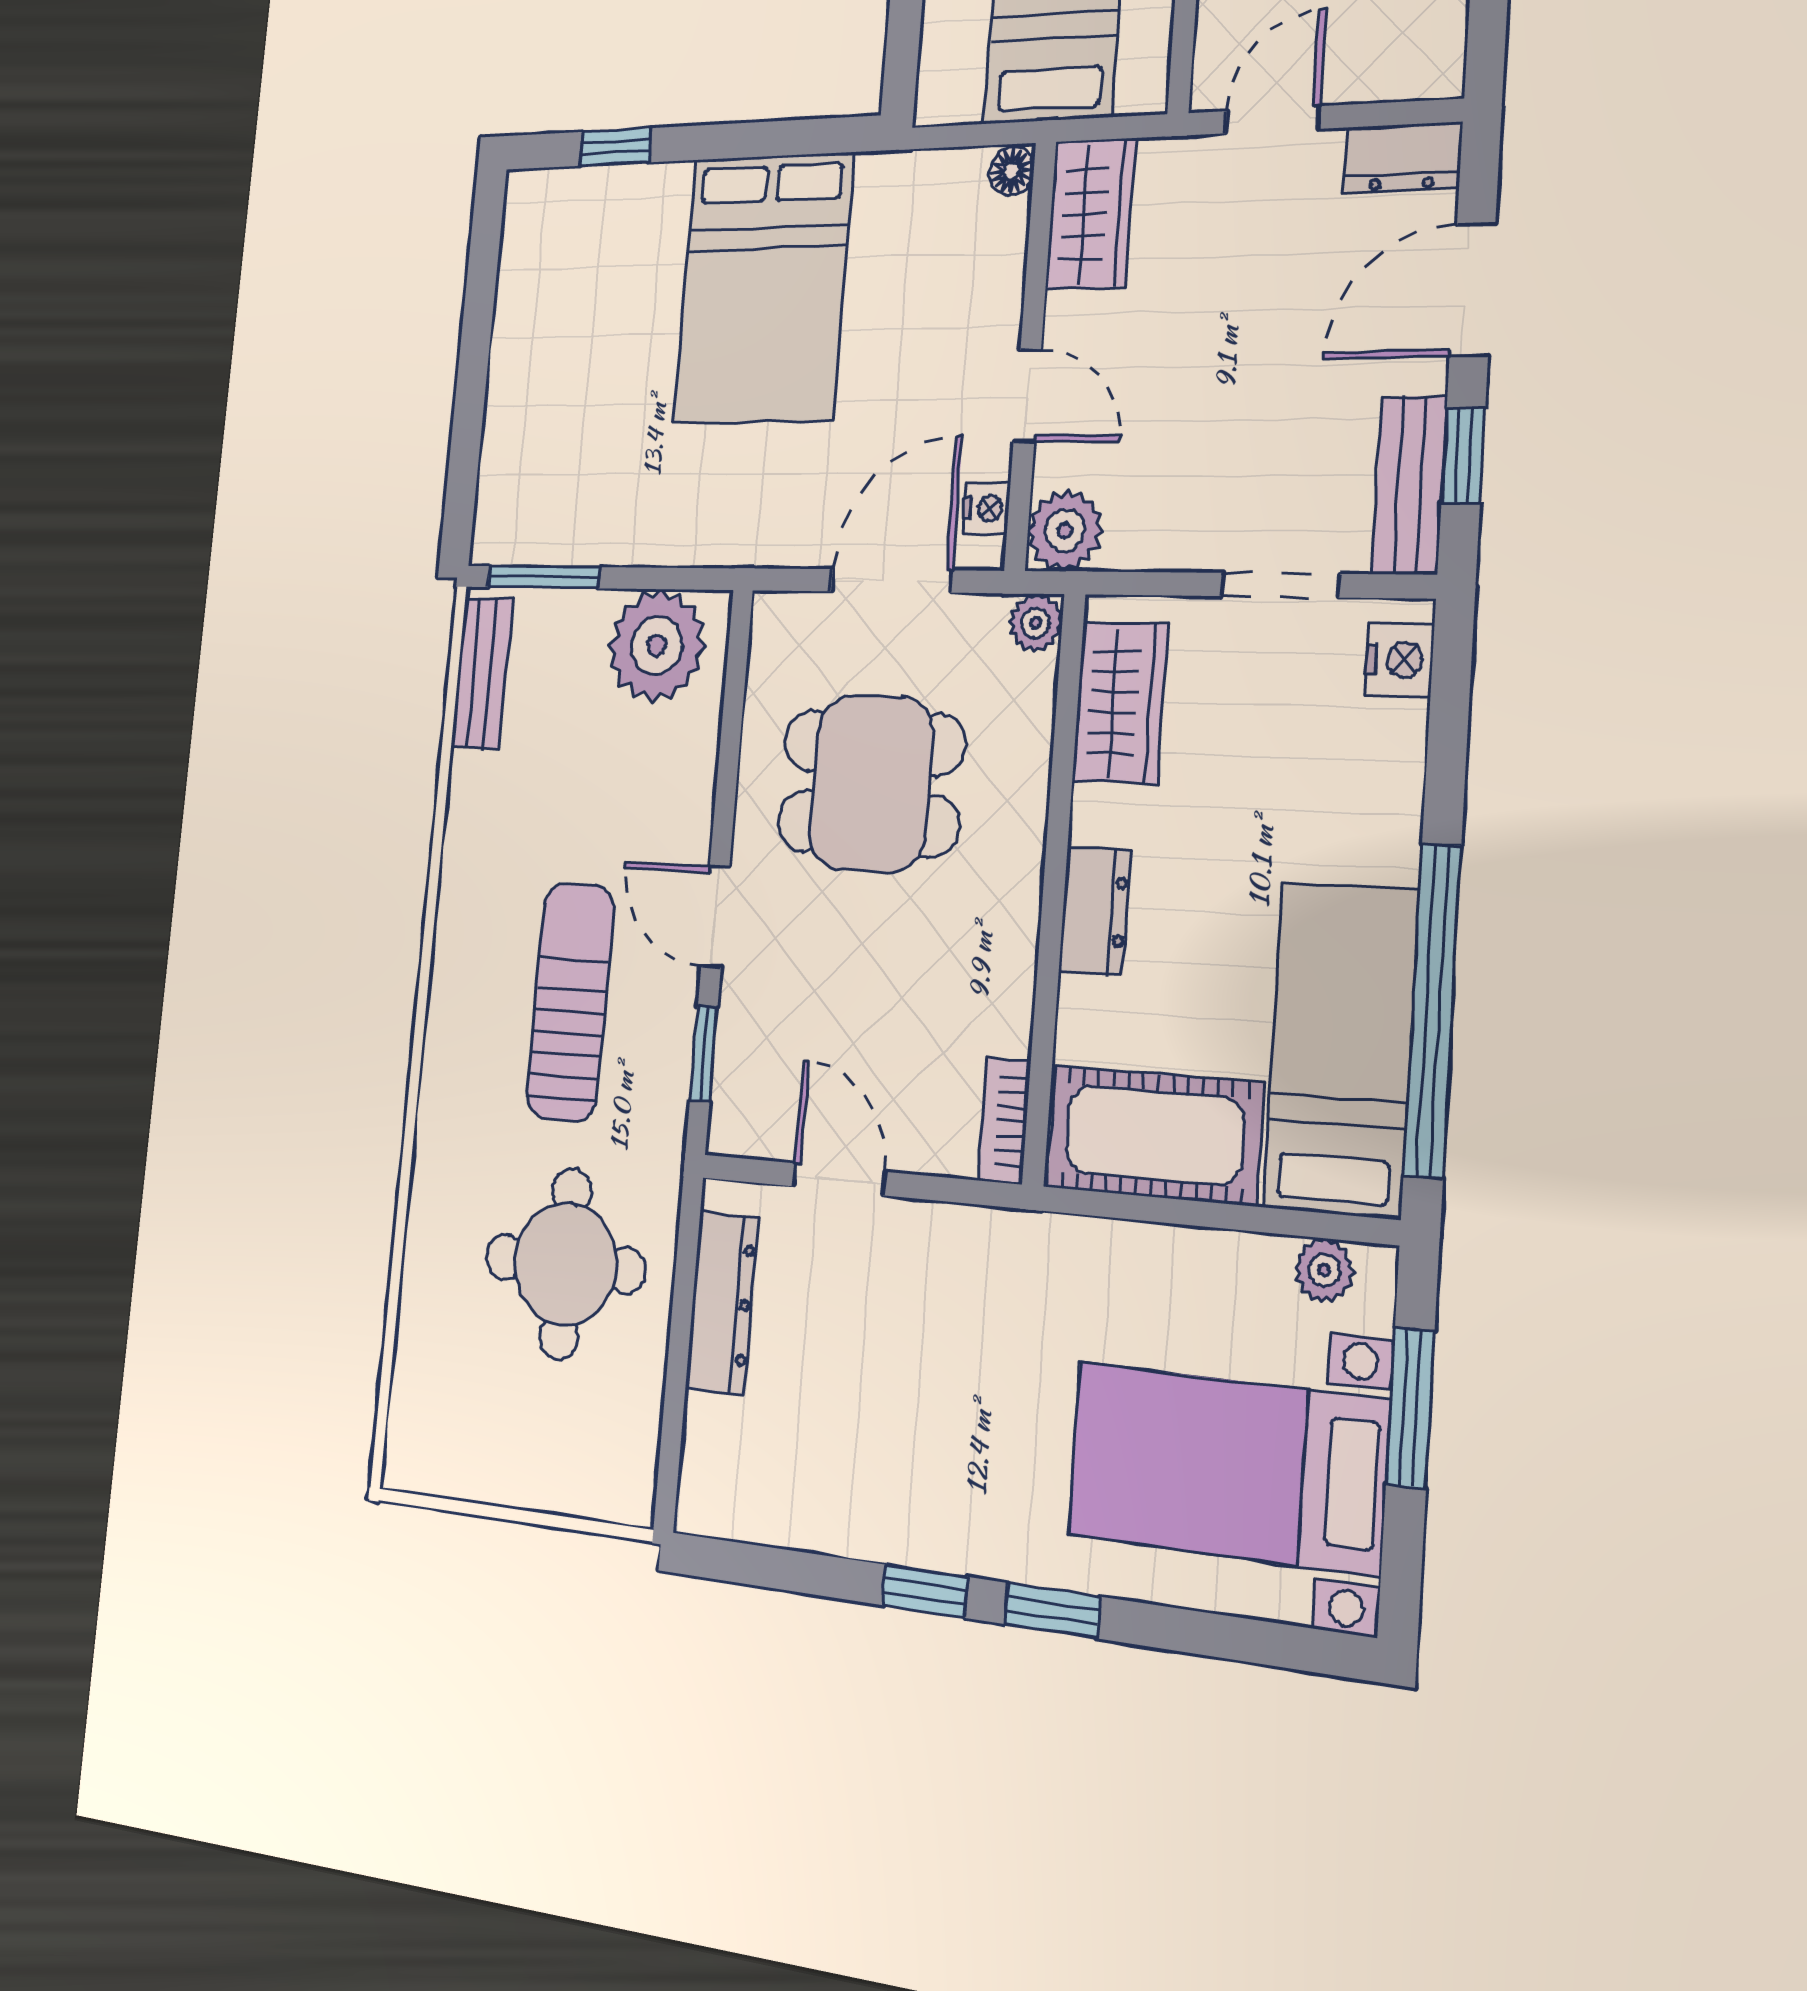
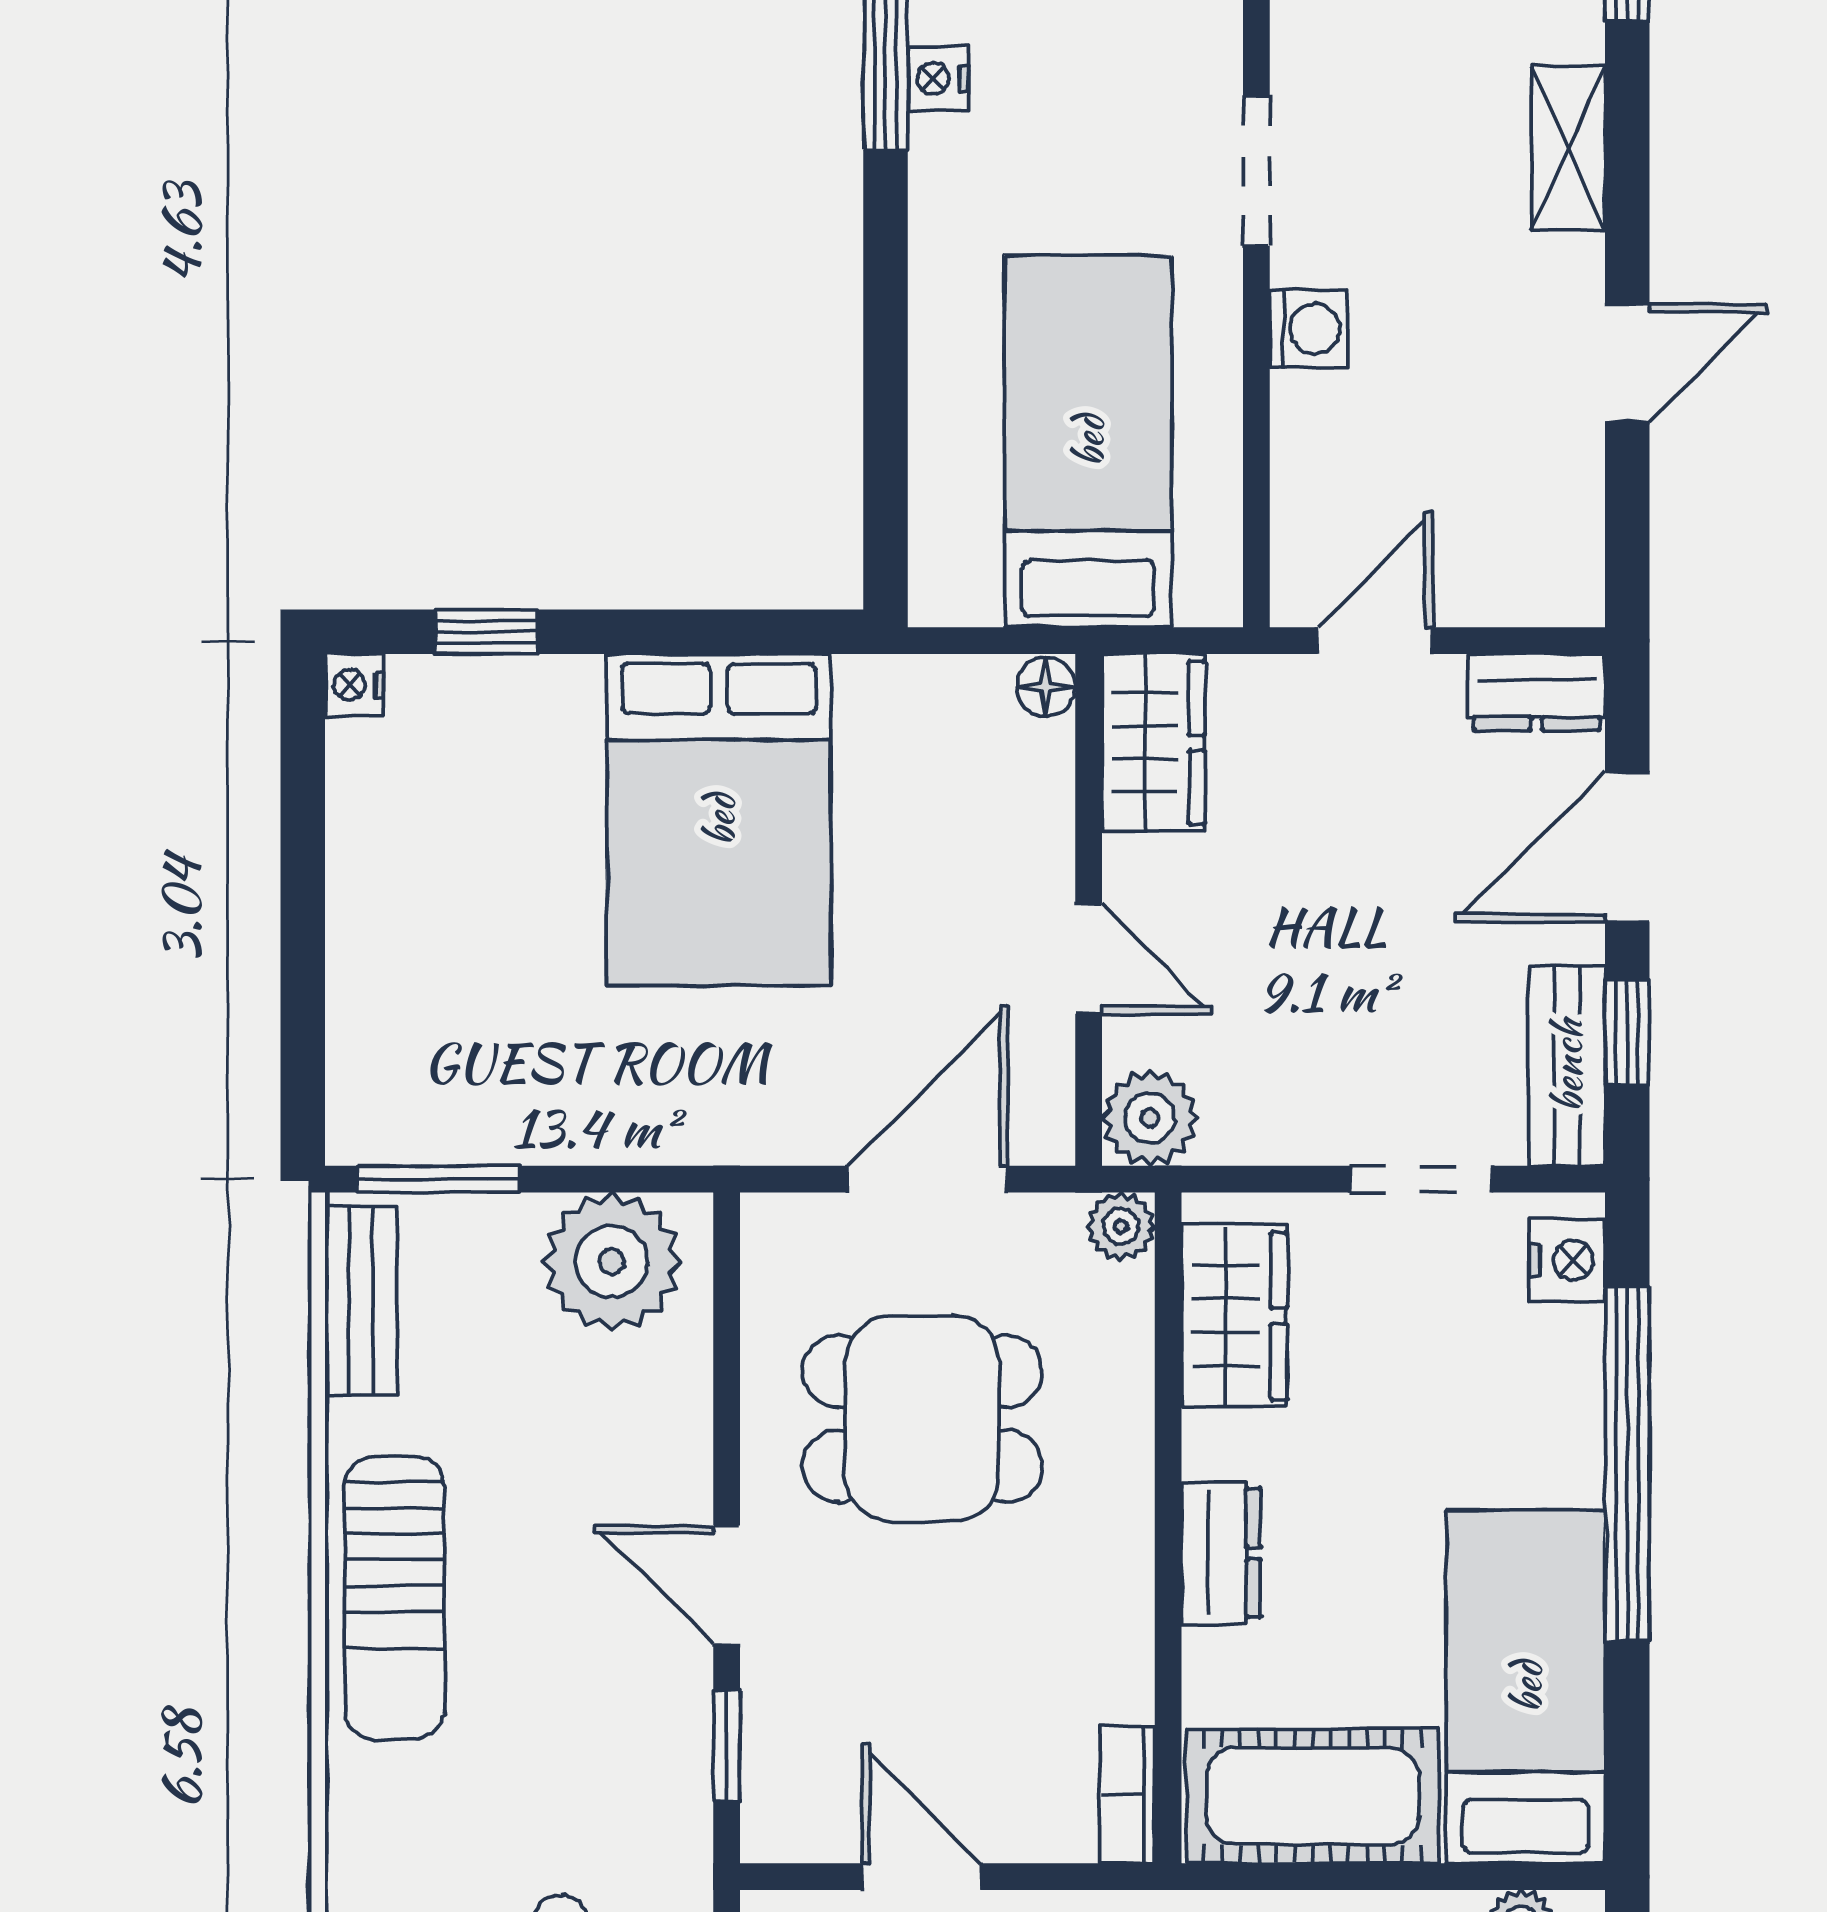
nightstand: (986, 508) -> (354, 685), moved, turned 180
sun lounger: (570, 1001) -> (394, 1598), moved, turned 180
window: (1432, 1010) -> (1627, 1464), moved

